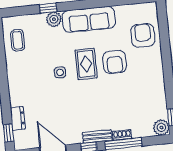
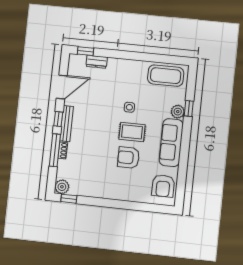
armchair: (143, 35) -> (163, 186), moved, turned 90
coffee table: (18, 40) -> (166, 76), width x1.86, depth x1.72
bench: (97, 136) -> (67, 124), width x1.36

